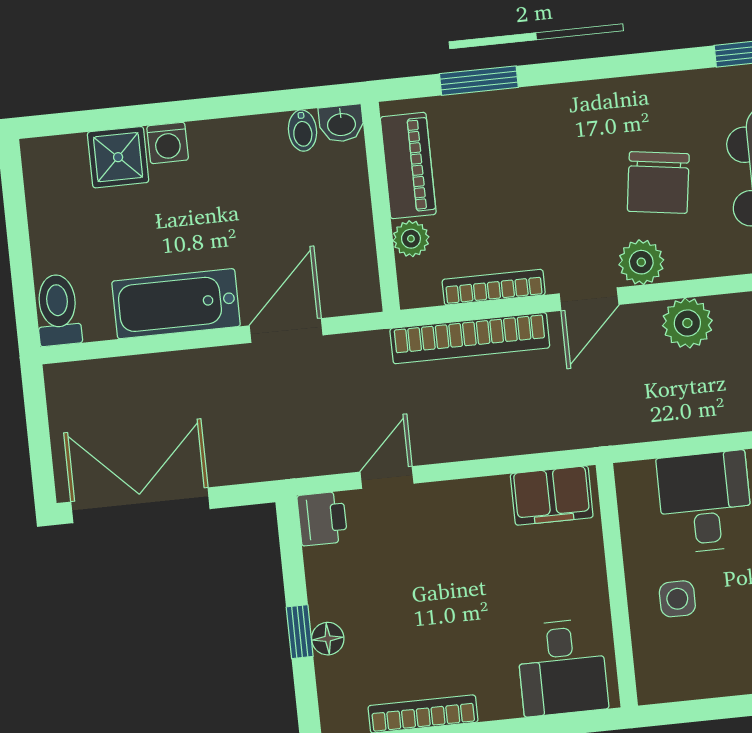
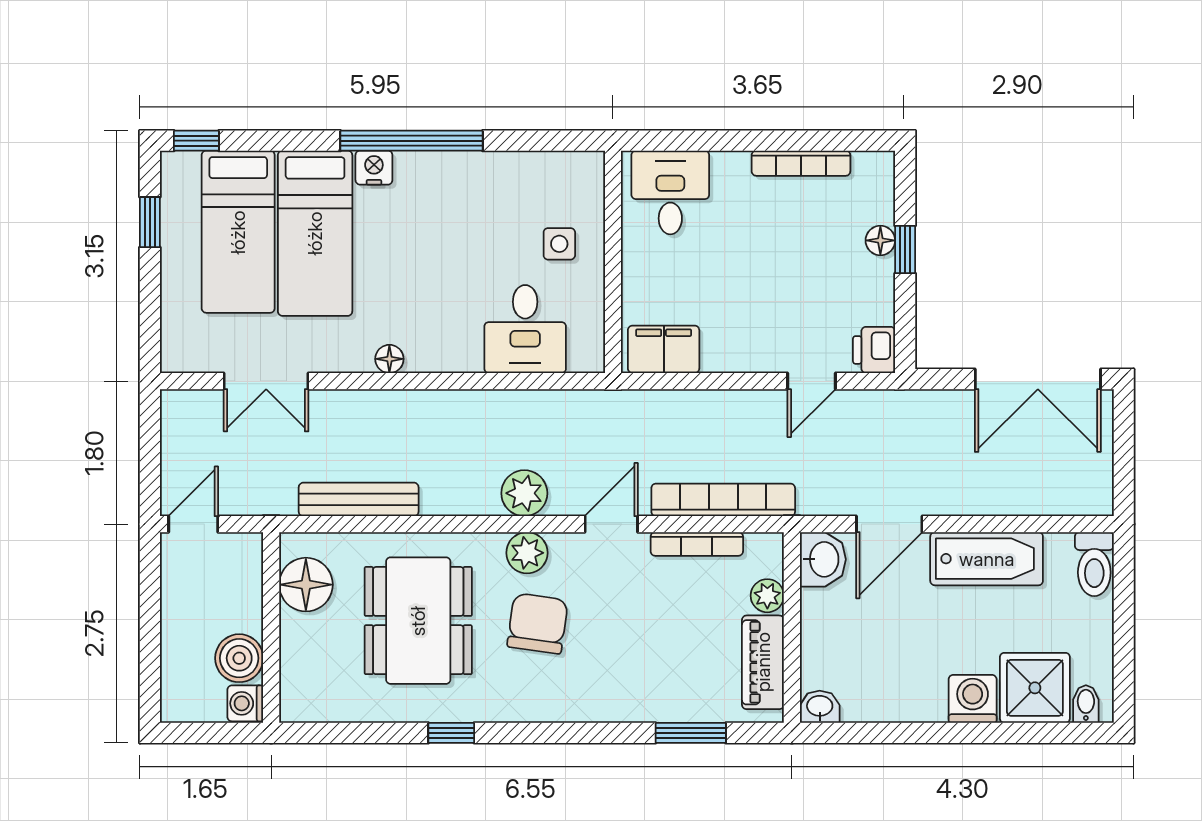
bidet: (303, 131) -> (1086, 704), moved
washing machine: (168, 143) -> (973, 699), width x1.38, depth x1.38
shower: (118, 157) -> (1035, 688), width x1.36, depth x1.36
plant: (641, 262) -> (527, 553), moved
washbasin: (355, 285) -> (823, 559), added

